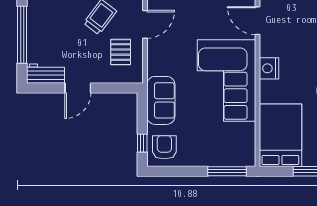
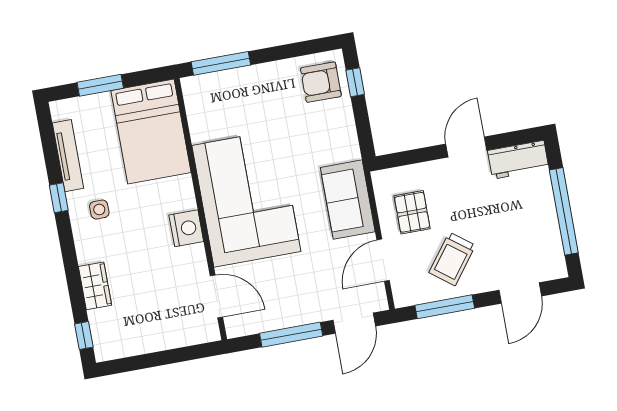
sofa: (161, 100) -> (348, 200), moved
armchair: (164, 147) -> (321, 82), turned 90

